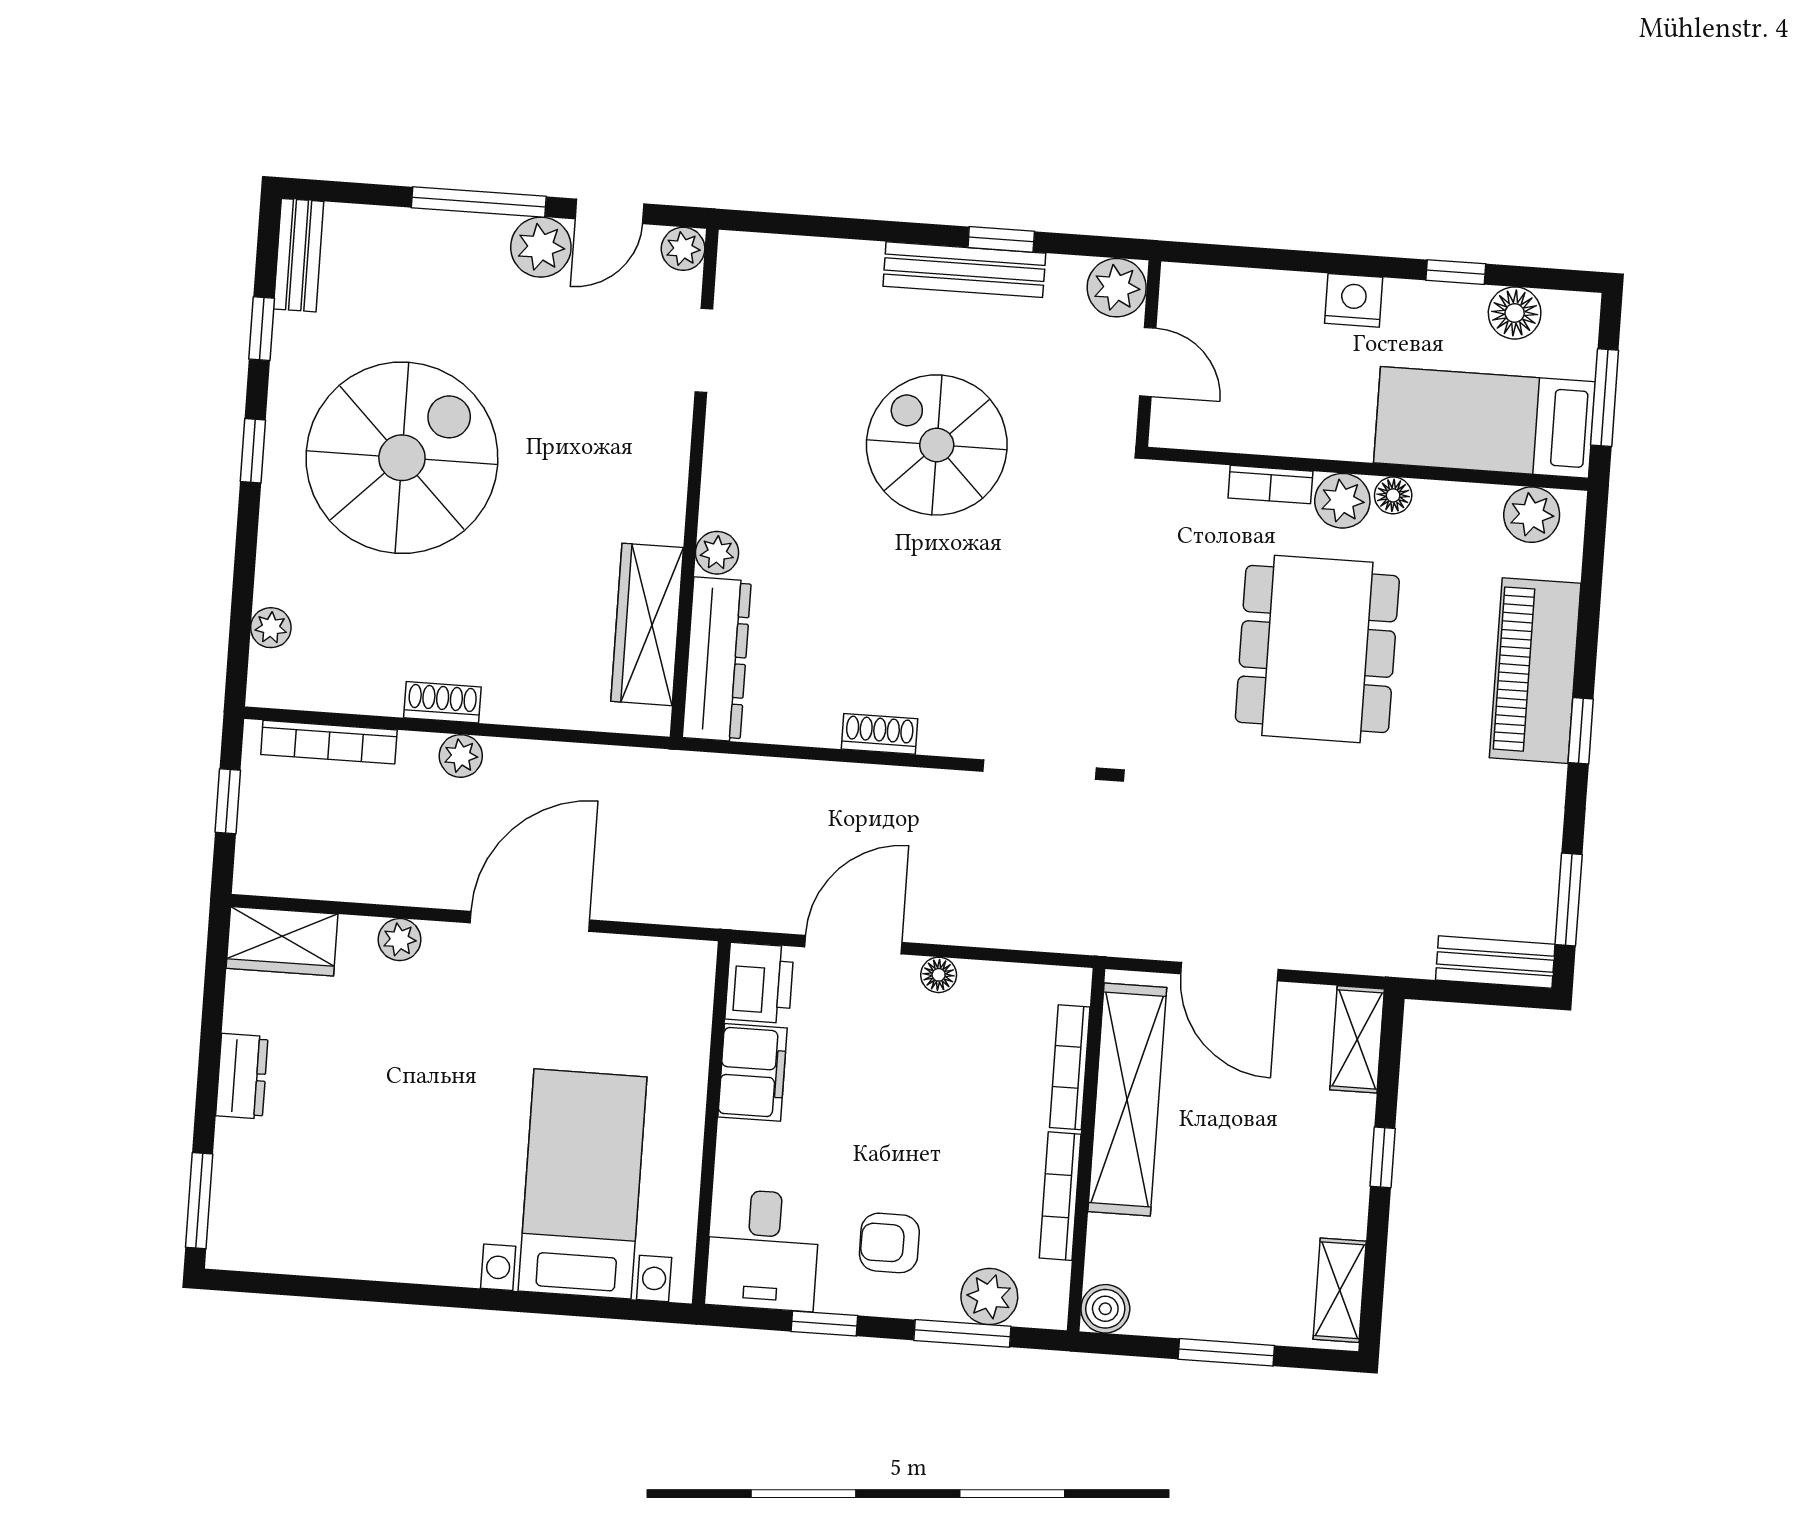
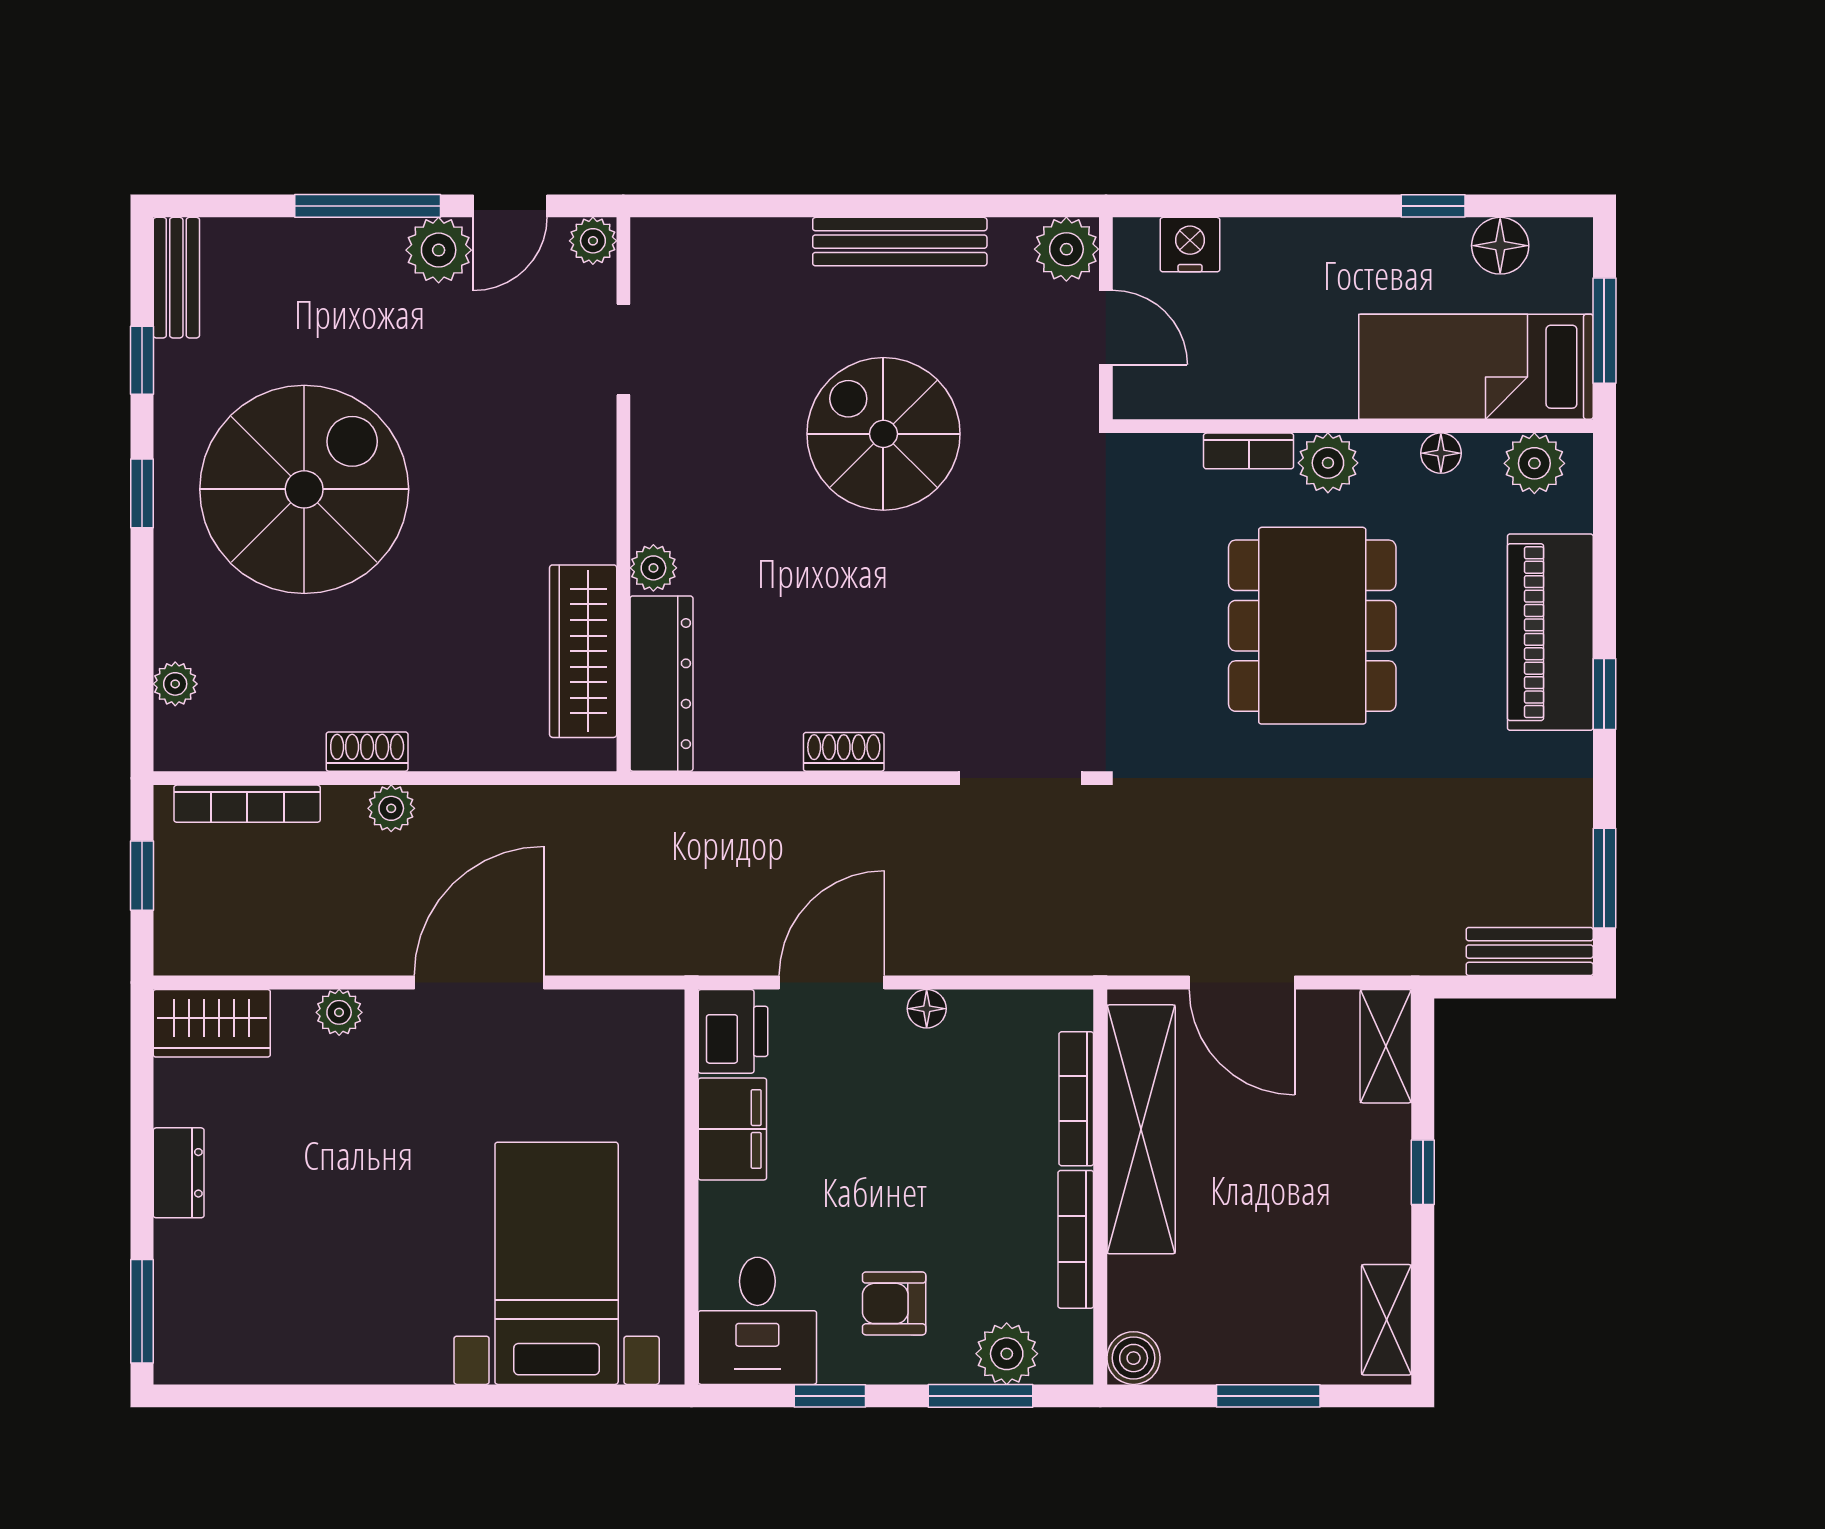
window: (1001, 239) -> (937, 206), removed
nightstand: (1354, 300) -> (1190, 245), moved
floor lamp: (1393, 495) -> (1441, 453), moved

